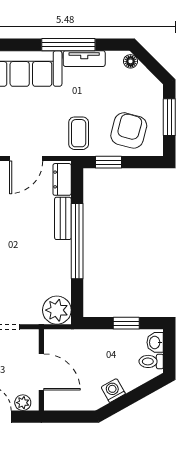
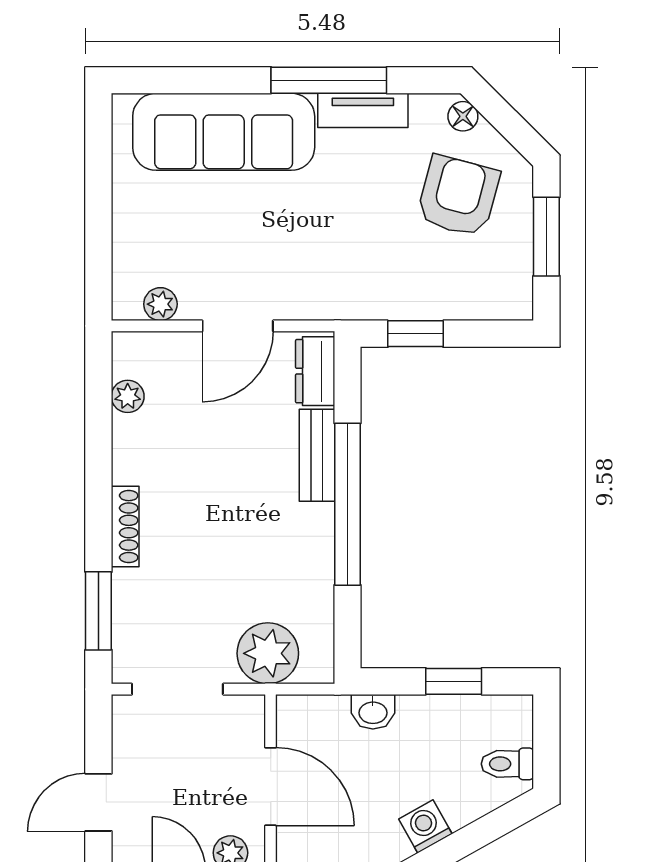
armchair: (129, 130) -> (458, 196), moved
coffee table: (79, 133) -> (351, 271), removed
plant: (57, 310) -> (268, 653), moved
washbasin: (155, 342) -> (373, 712), moved, turned -90

